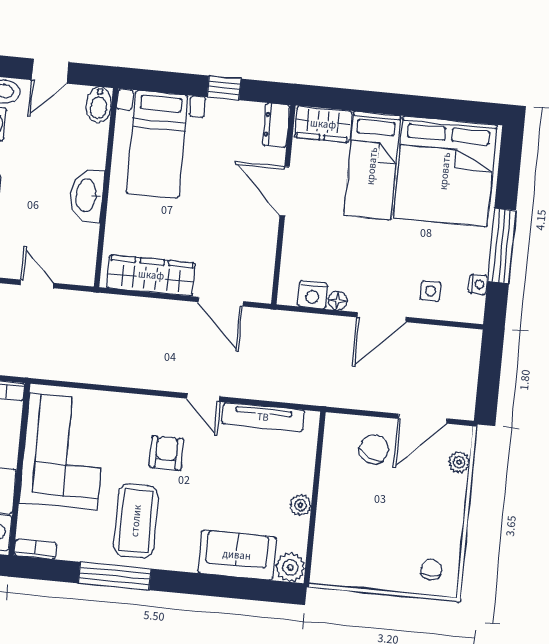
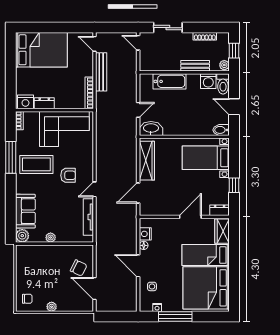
washbasin: (87, 195) -> (151, 128), moved
plant: (459, 462) -> (52, 307), moved

